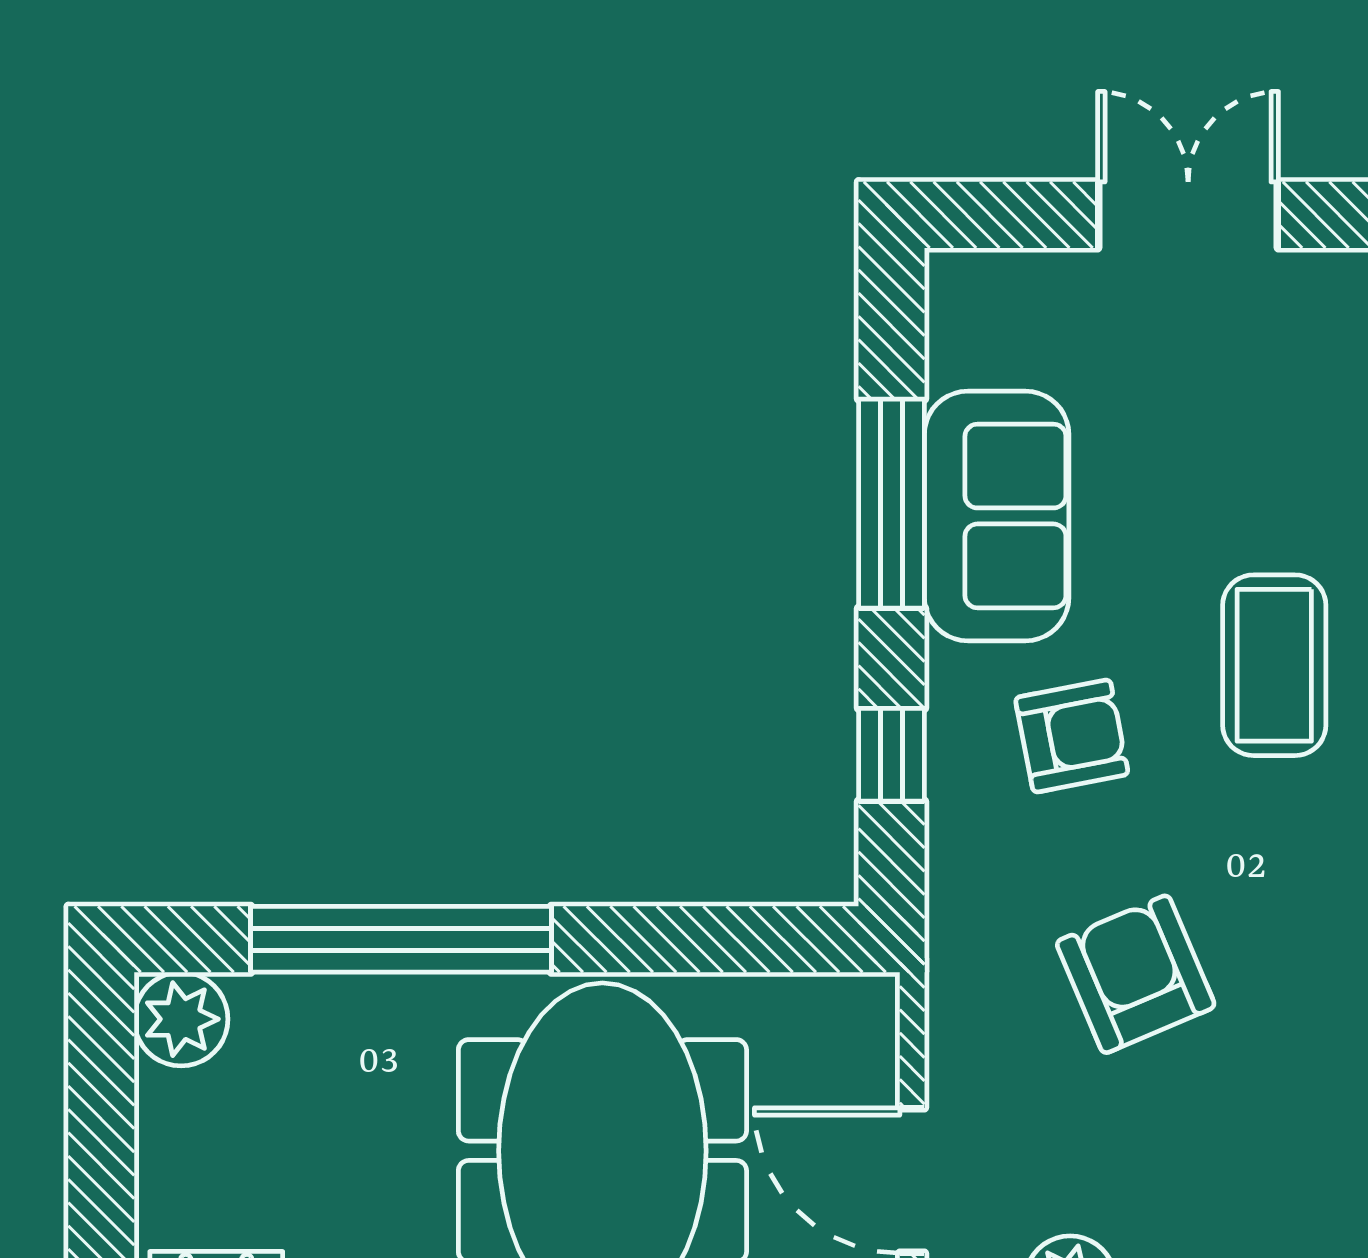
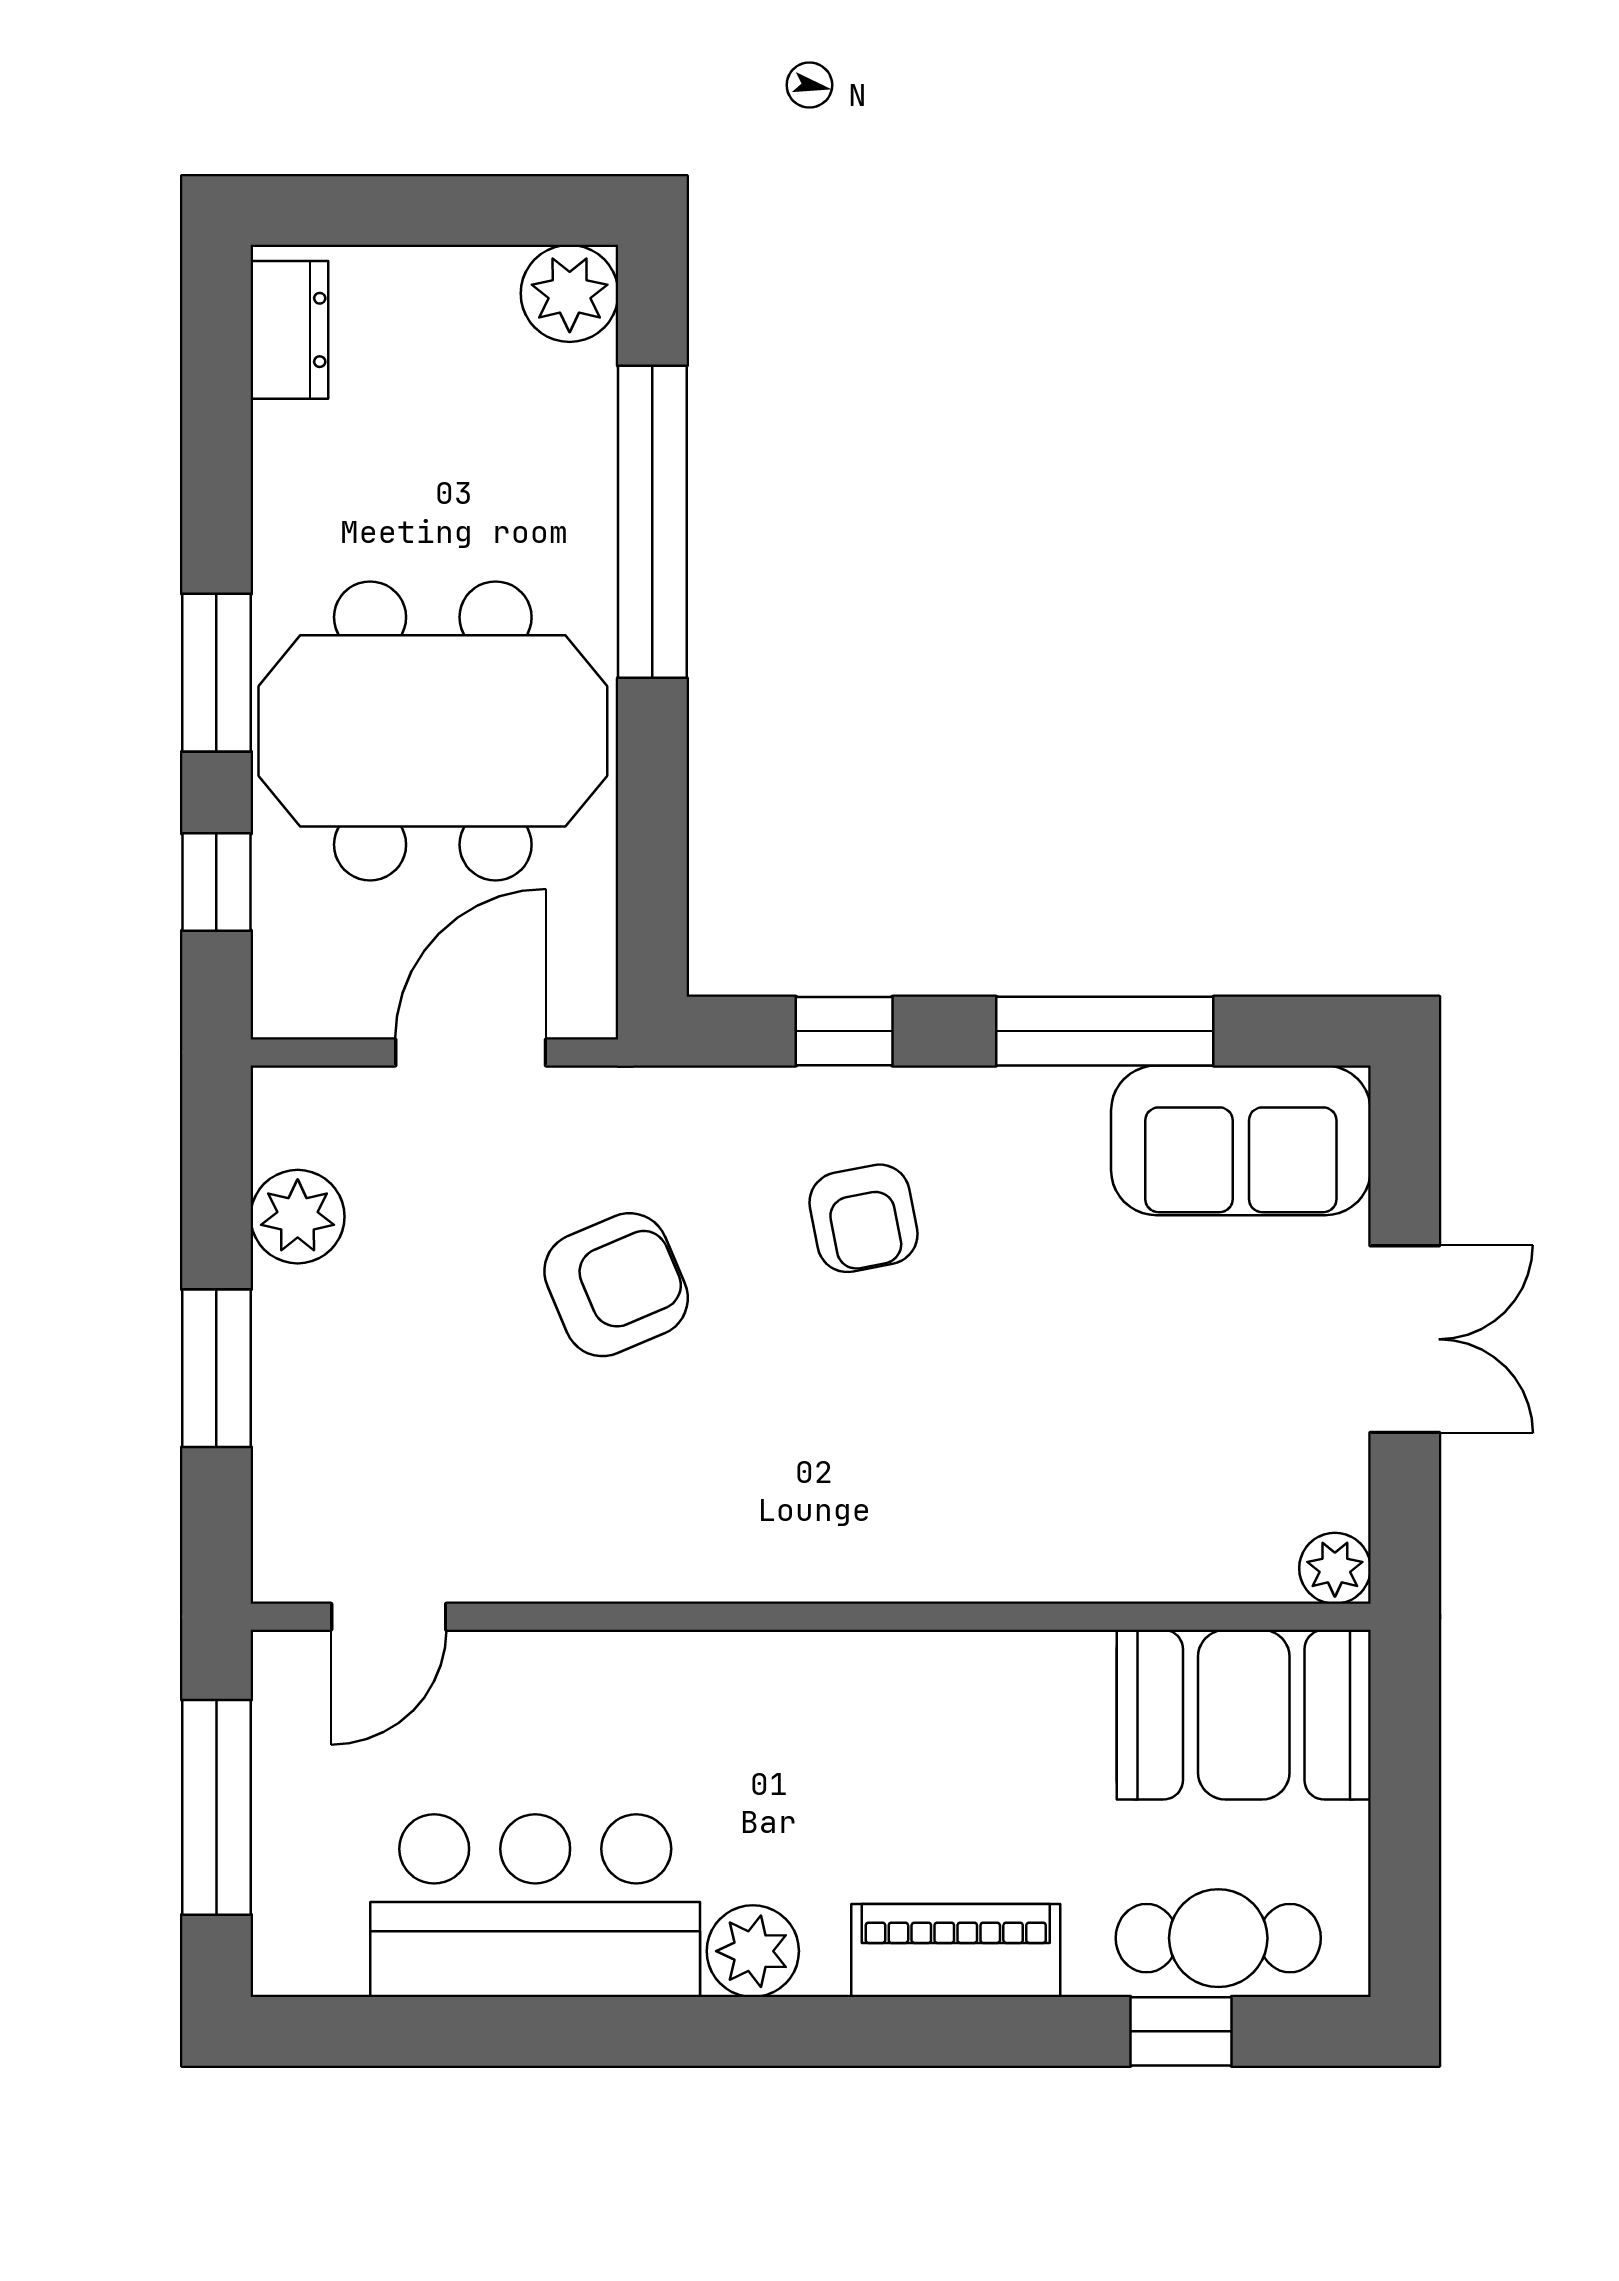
sofa: (997, 516) -> (1241, 1140), moved
coffee table: (1274, 665) -> (937, 1429), removed
door: (912, 1180) -> (471, 1053), moved

